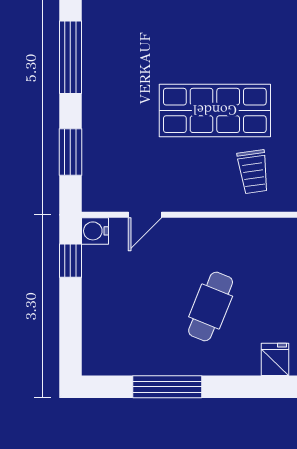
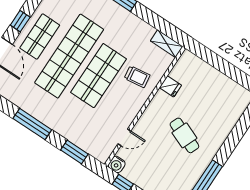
shop shelf: (215, 44) -> (69, 56), added
door: (145, 215) -> (124, 137), hinge flipped
fridge: (275, 359) -> (170, 86), moved, turned 180

